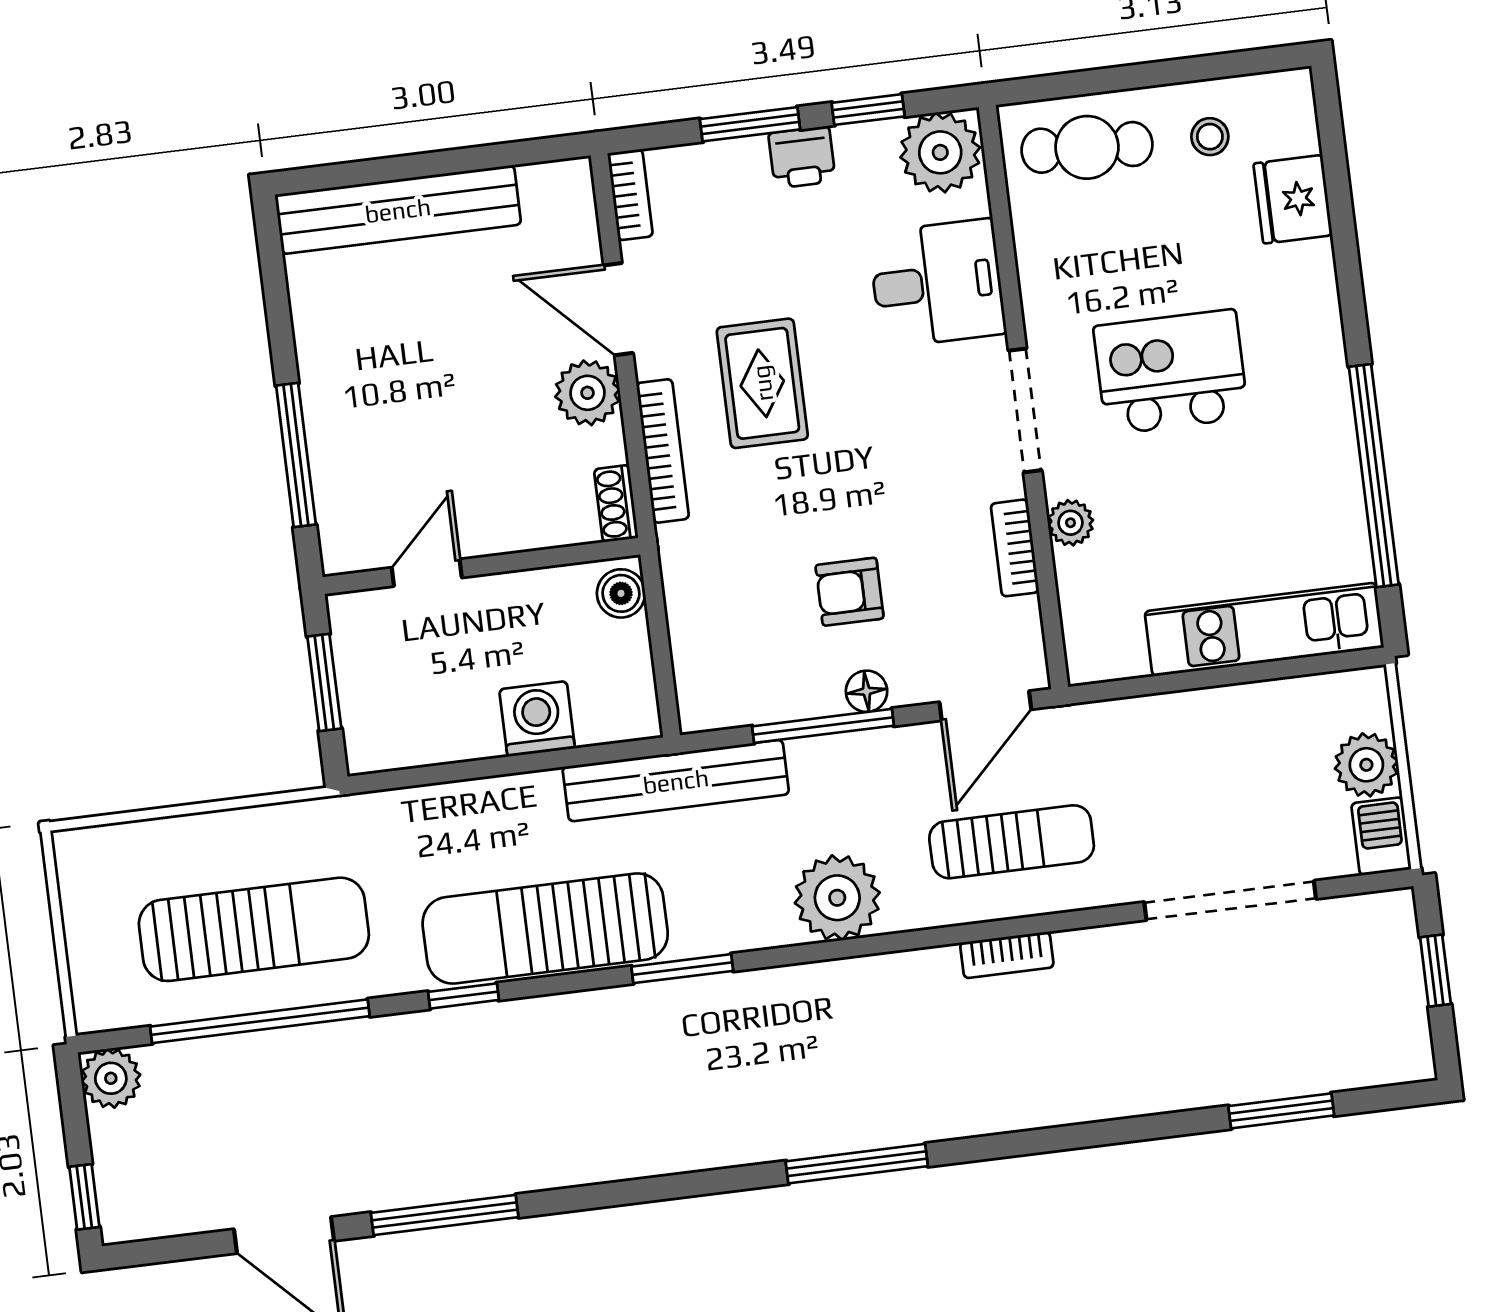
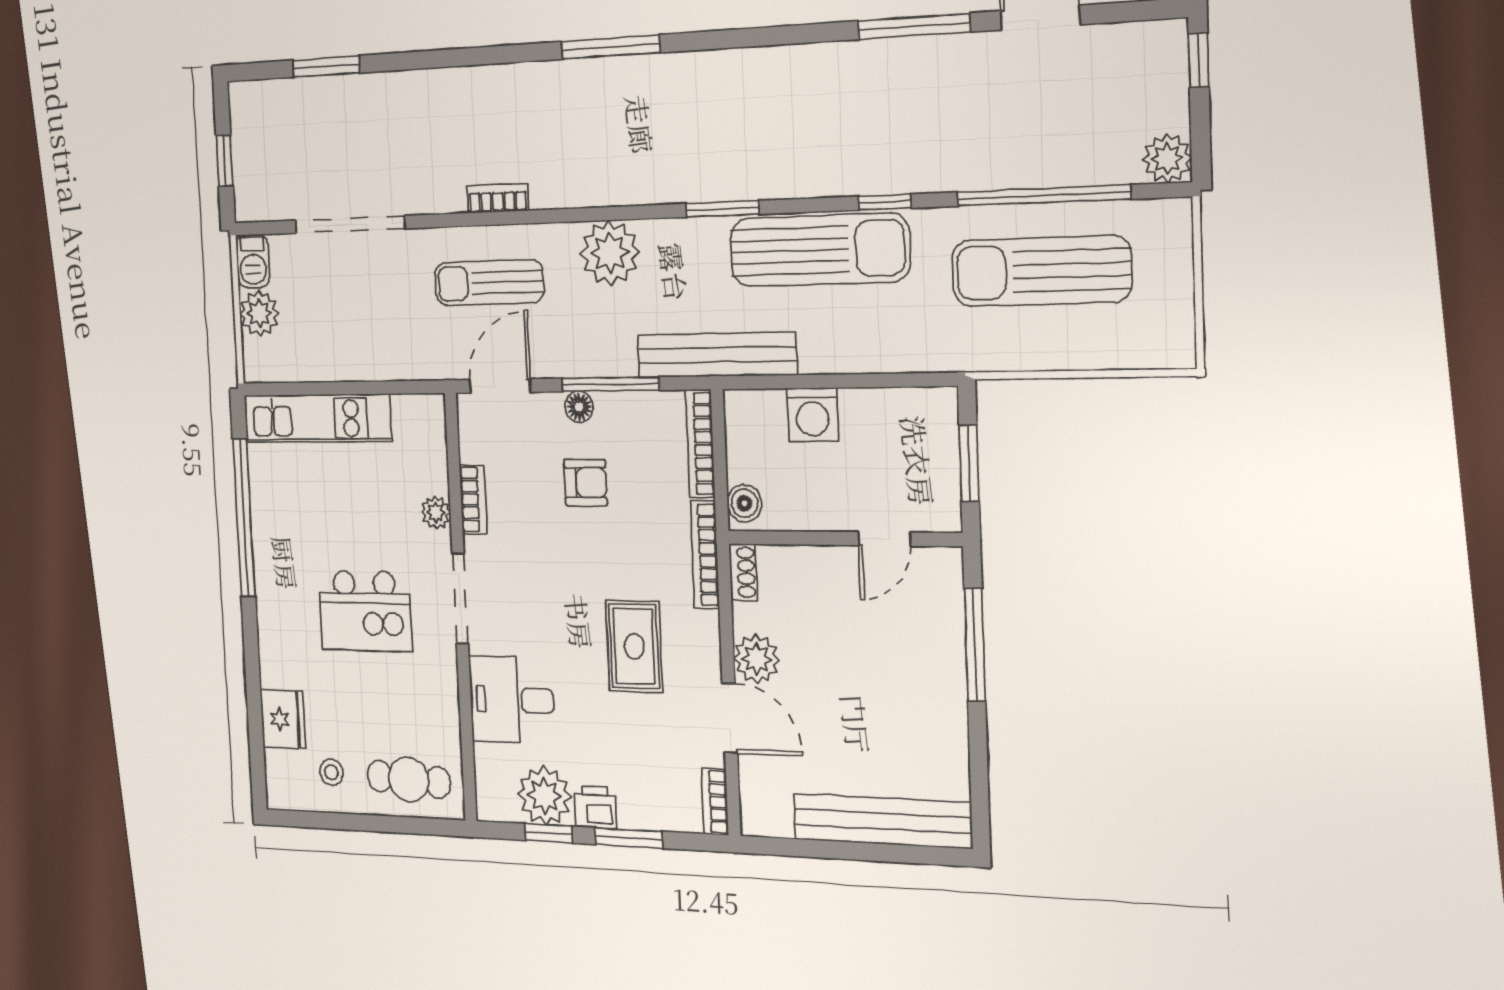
plant: (940, 152) -> (544, 796), moved
bookcase: (663, 451) -> (705, 555), moved
bookcase: (689, 663) -> (700, 444), added

